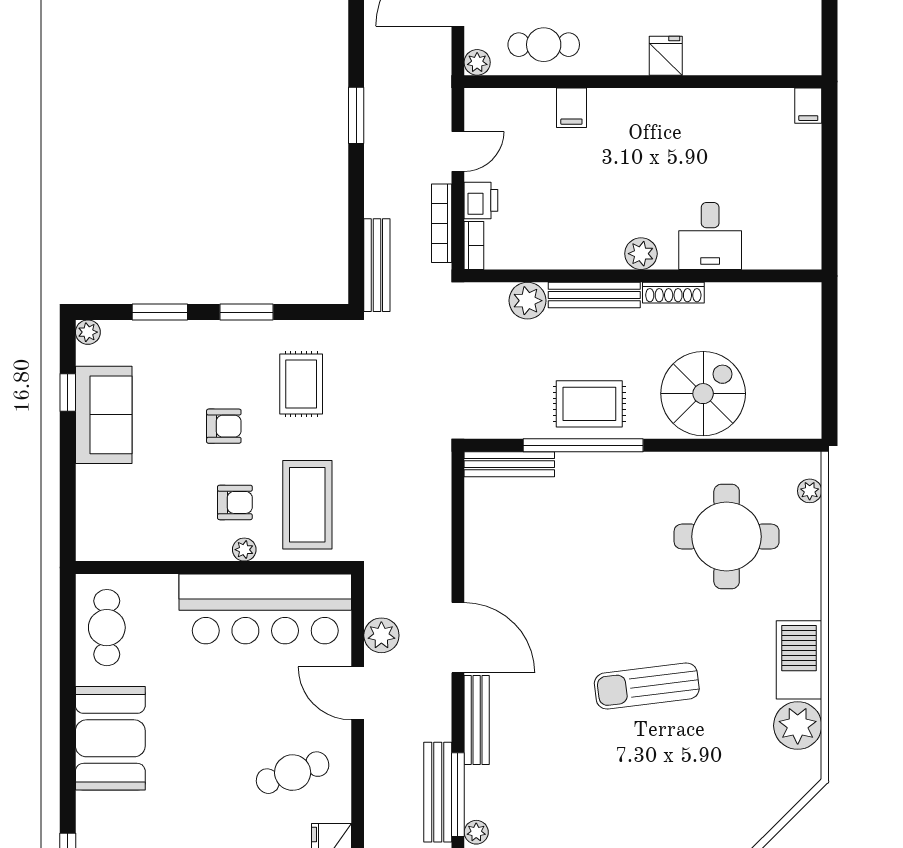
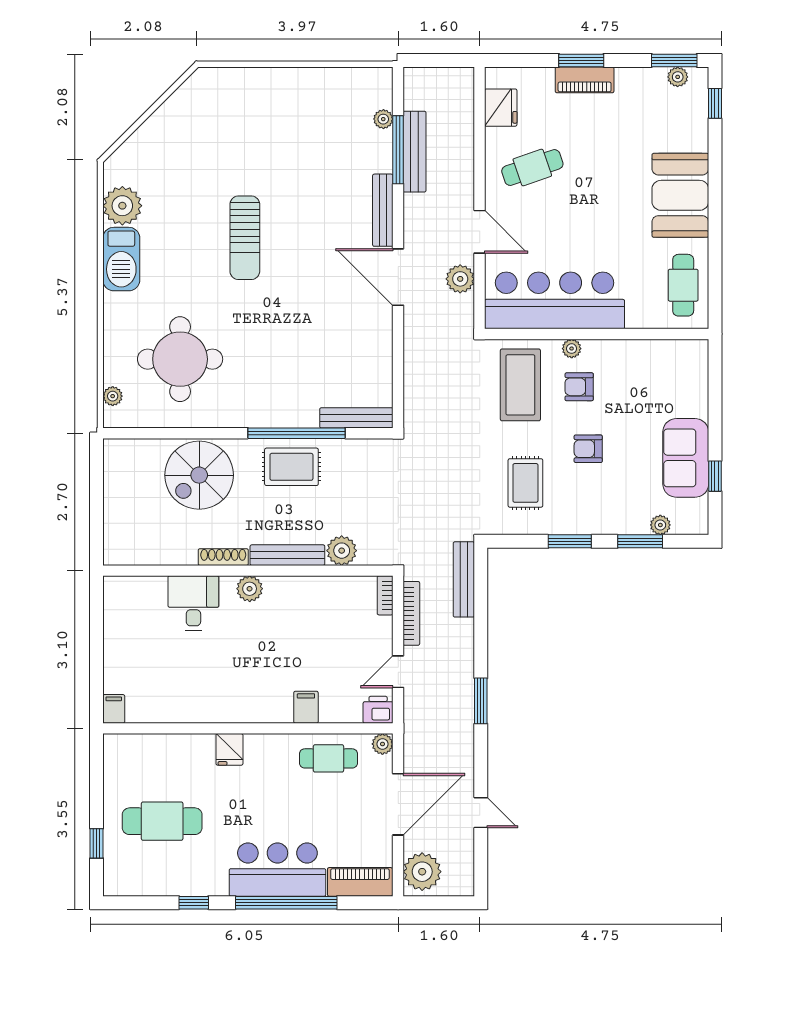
printer: (481, 200) -> (378, 710), moved, turned 90
plant: (88, 332) -> (660, 525), moved
sun lounger: (647, 686) -> (245, 238), turned 97

